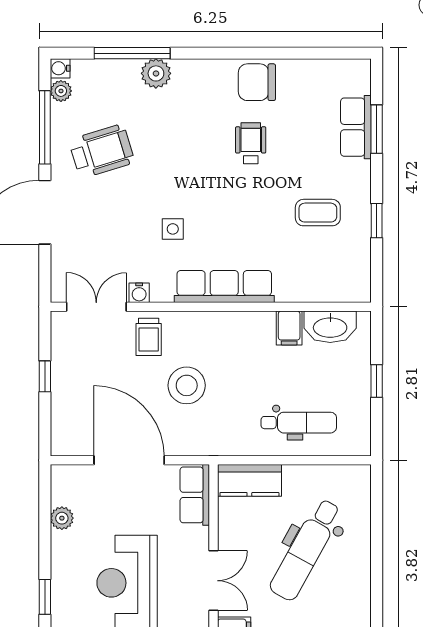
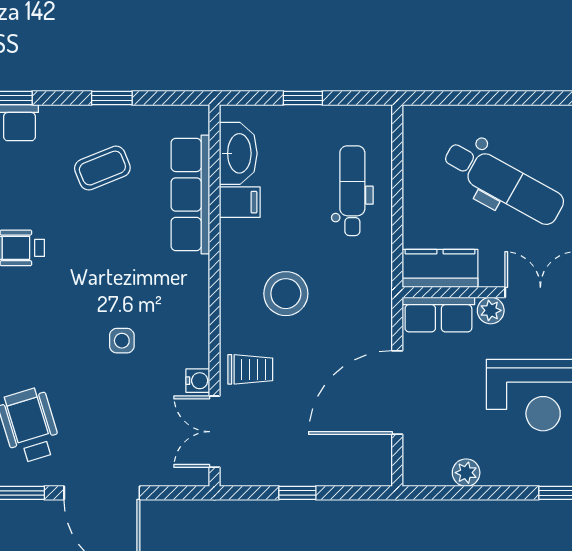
coffee table: (318, 213) -> (102, 168), turned 68
row of seats: (224, 286) -> (190, 194), moved
stool: (187, 385) -> (286, 294), moved
kitchen counter: (249, 480) -> (440, 268), moved, turned -90
plant: (198, 539) -> (491, 310), added

